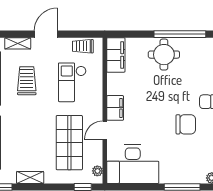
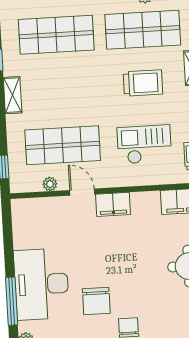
desk: (133, 164) -> (41, 284), moved
plant: (97, 171) -> (50, 184), moved

